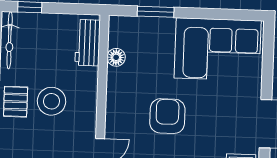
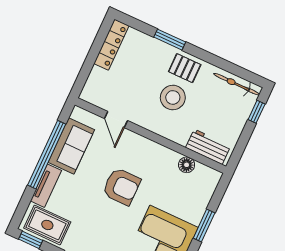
window: (156, 12) -> (204, 226), moved

